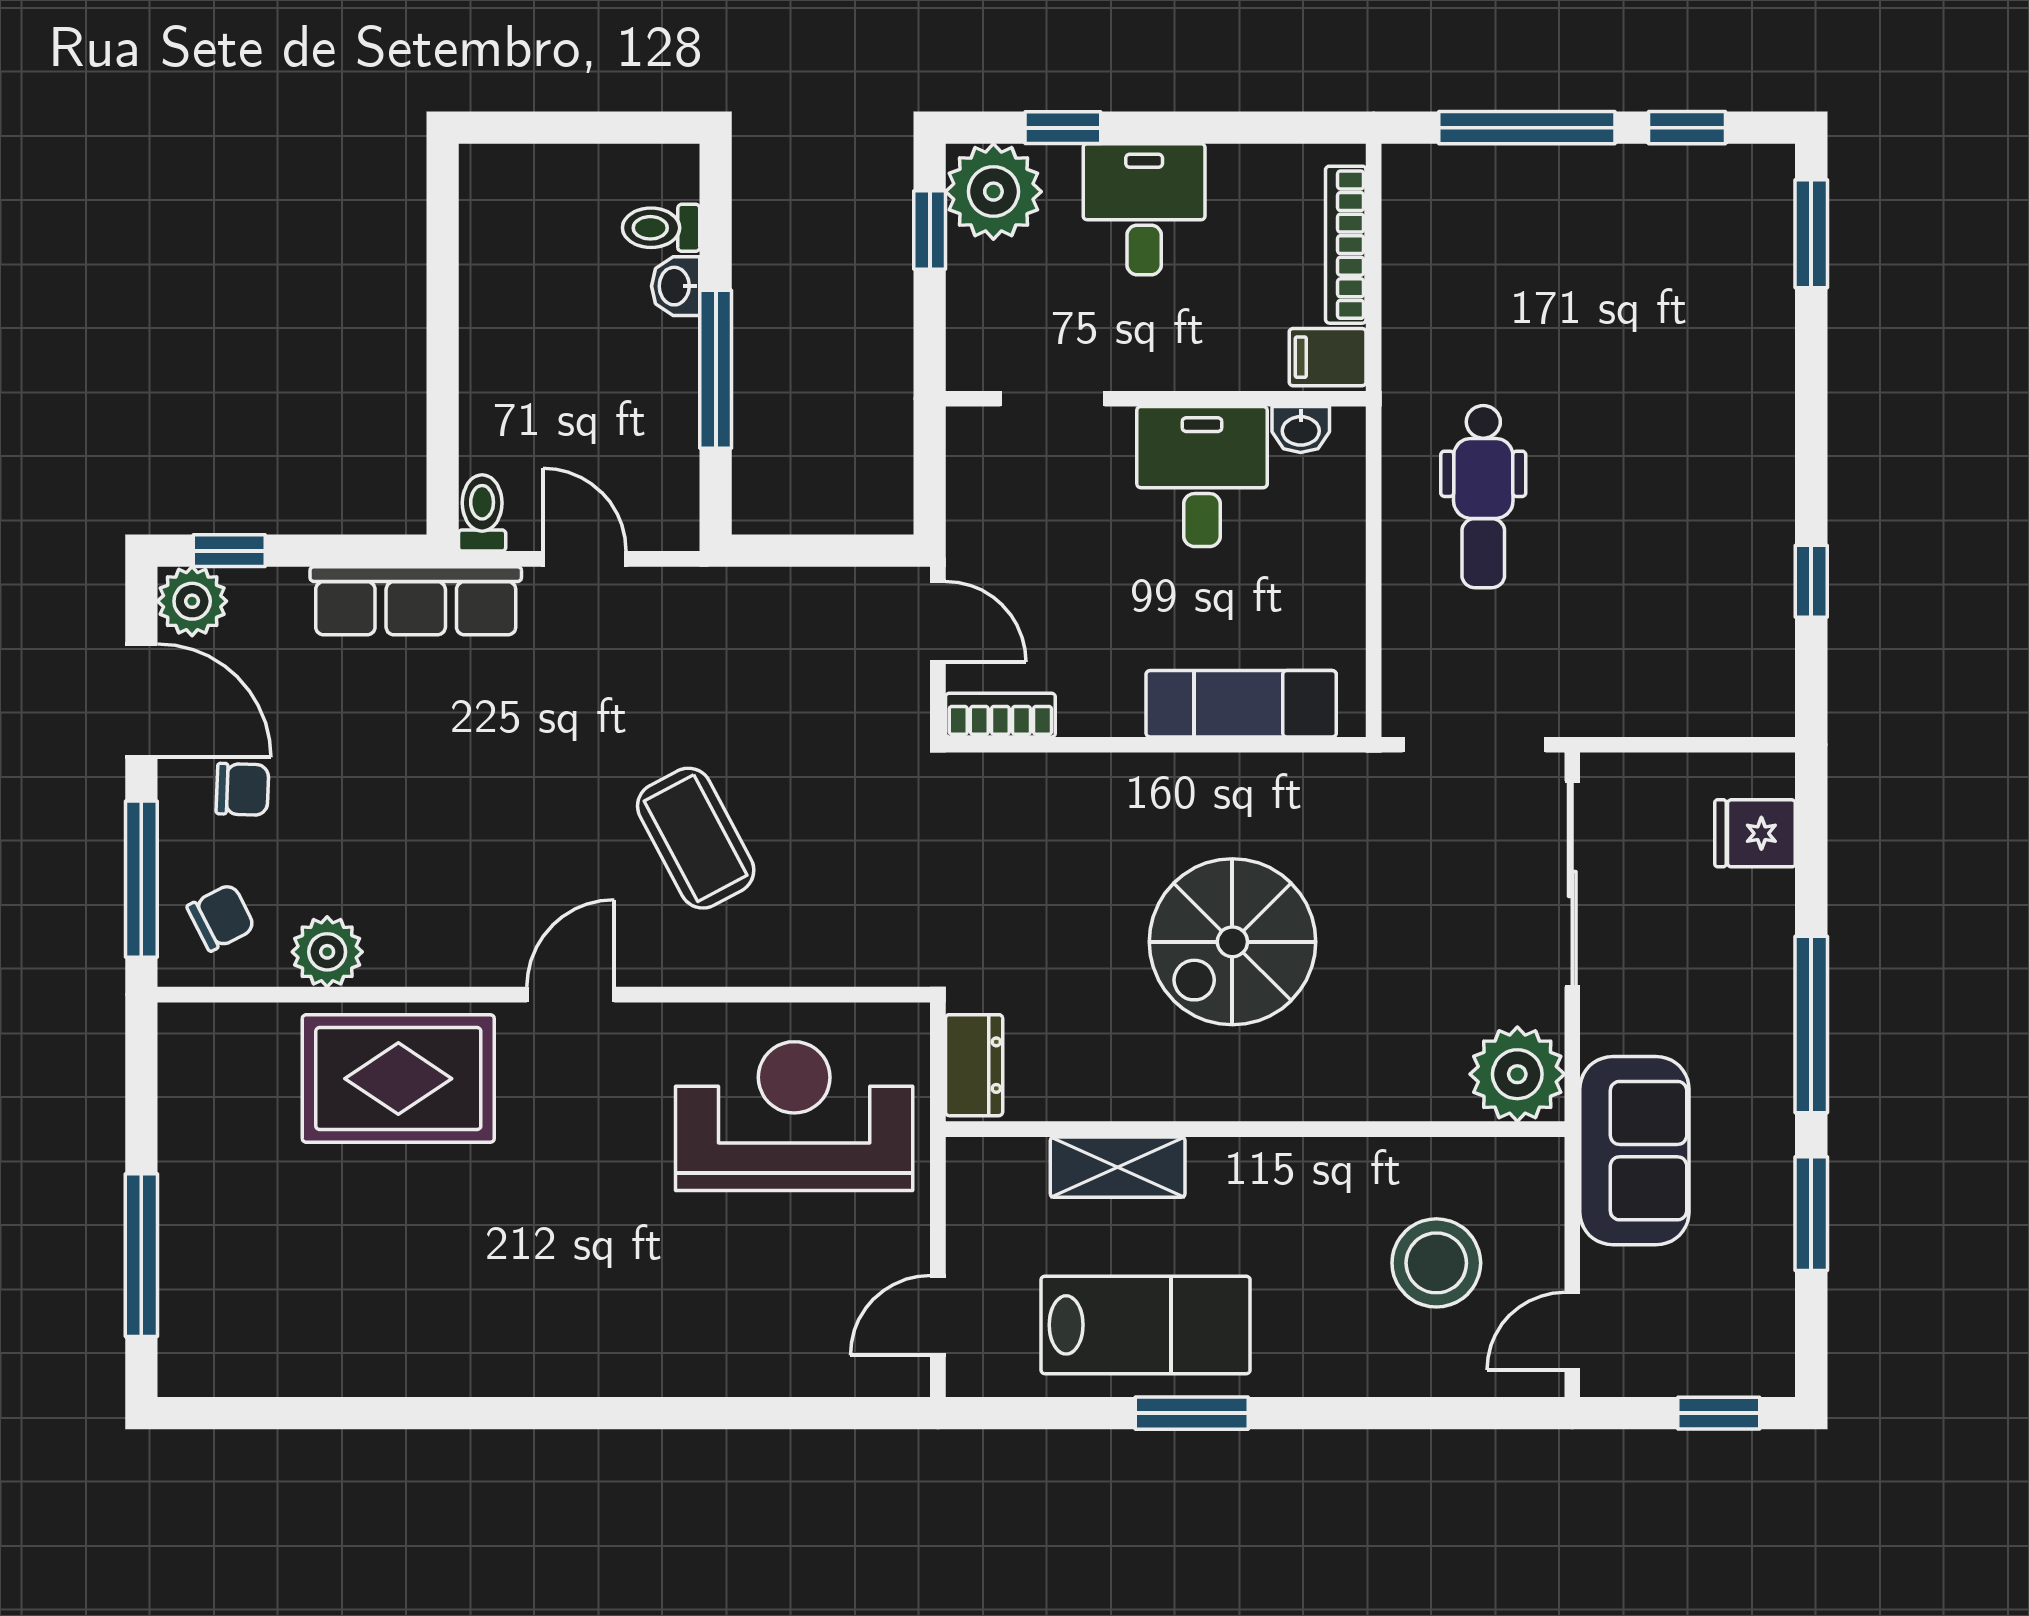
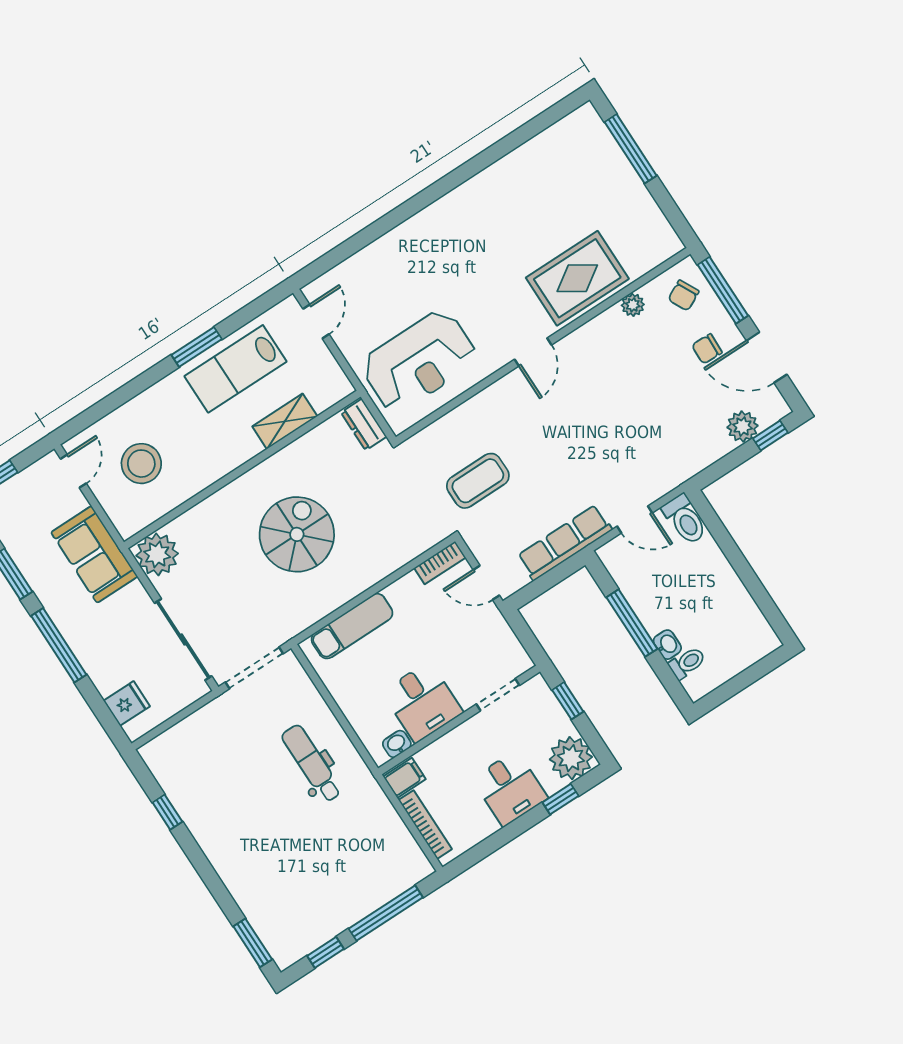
window: (930, 230) -> (568, 701), moved
toilet: (482, 513) -> (685, 519), width x1.37, depth x1.39
plant: (192, 601) -> (743, 427), moved
row of seats: (416, 601) -> (565, 543), moved
coffee table: (696, 838) -> (478, 481), moved, turned -62
plant: (327, 952) -> (633, 305), width x0.73, depth x0.73

